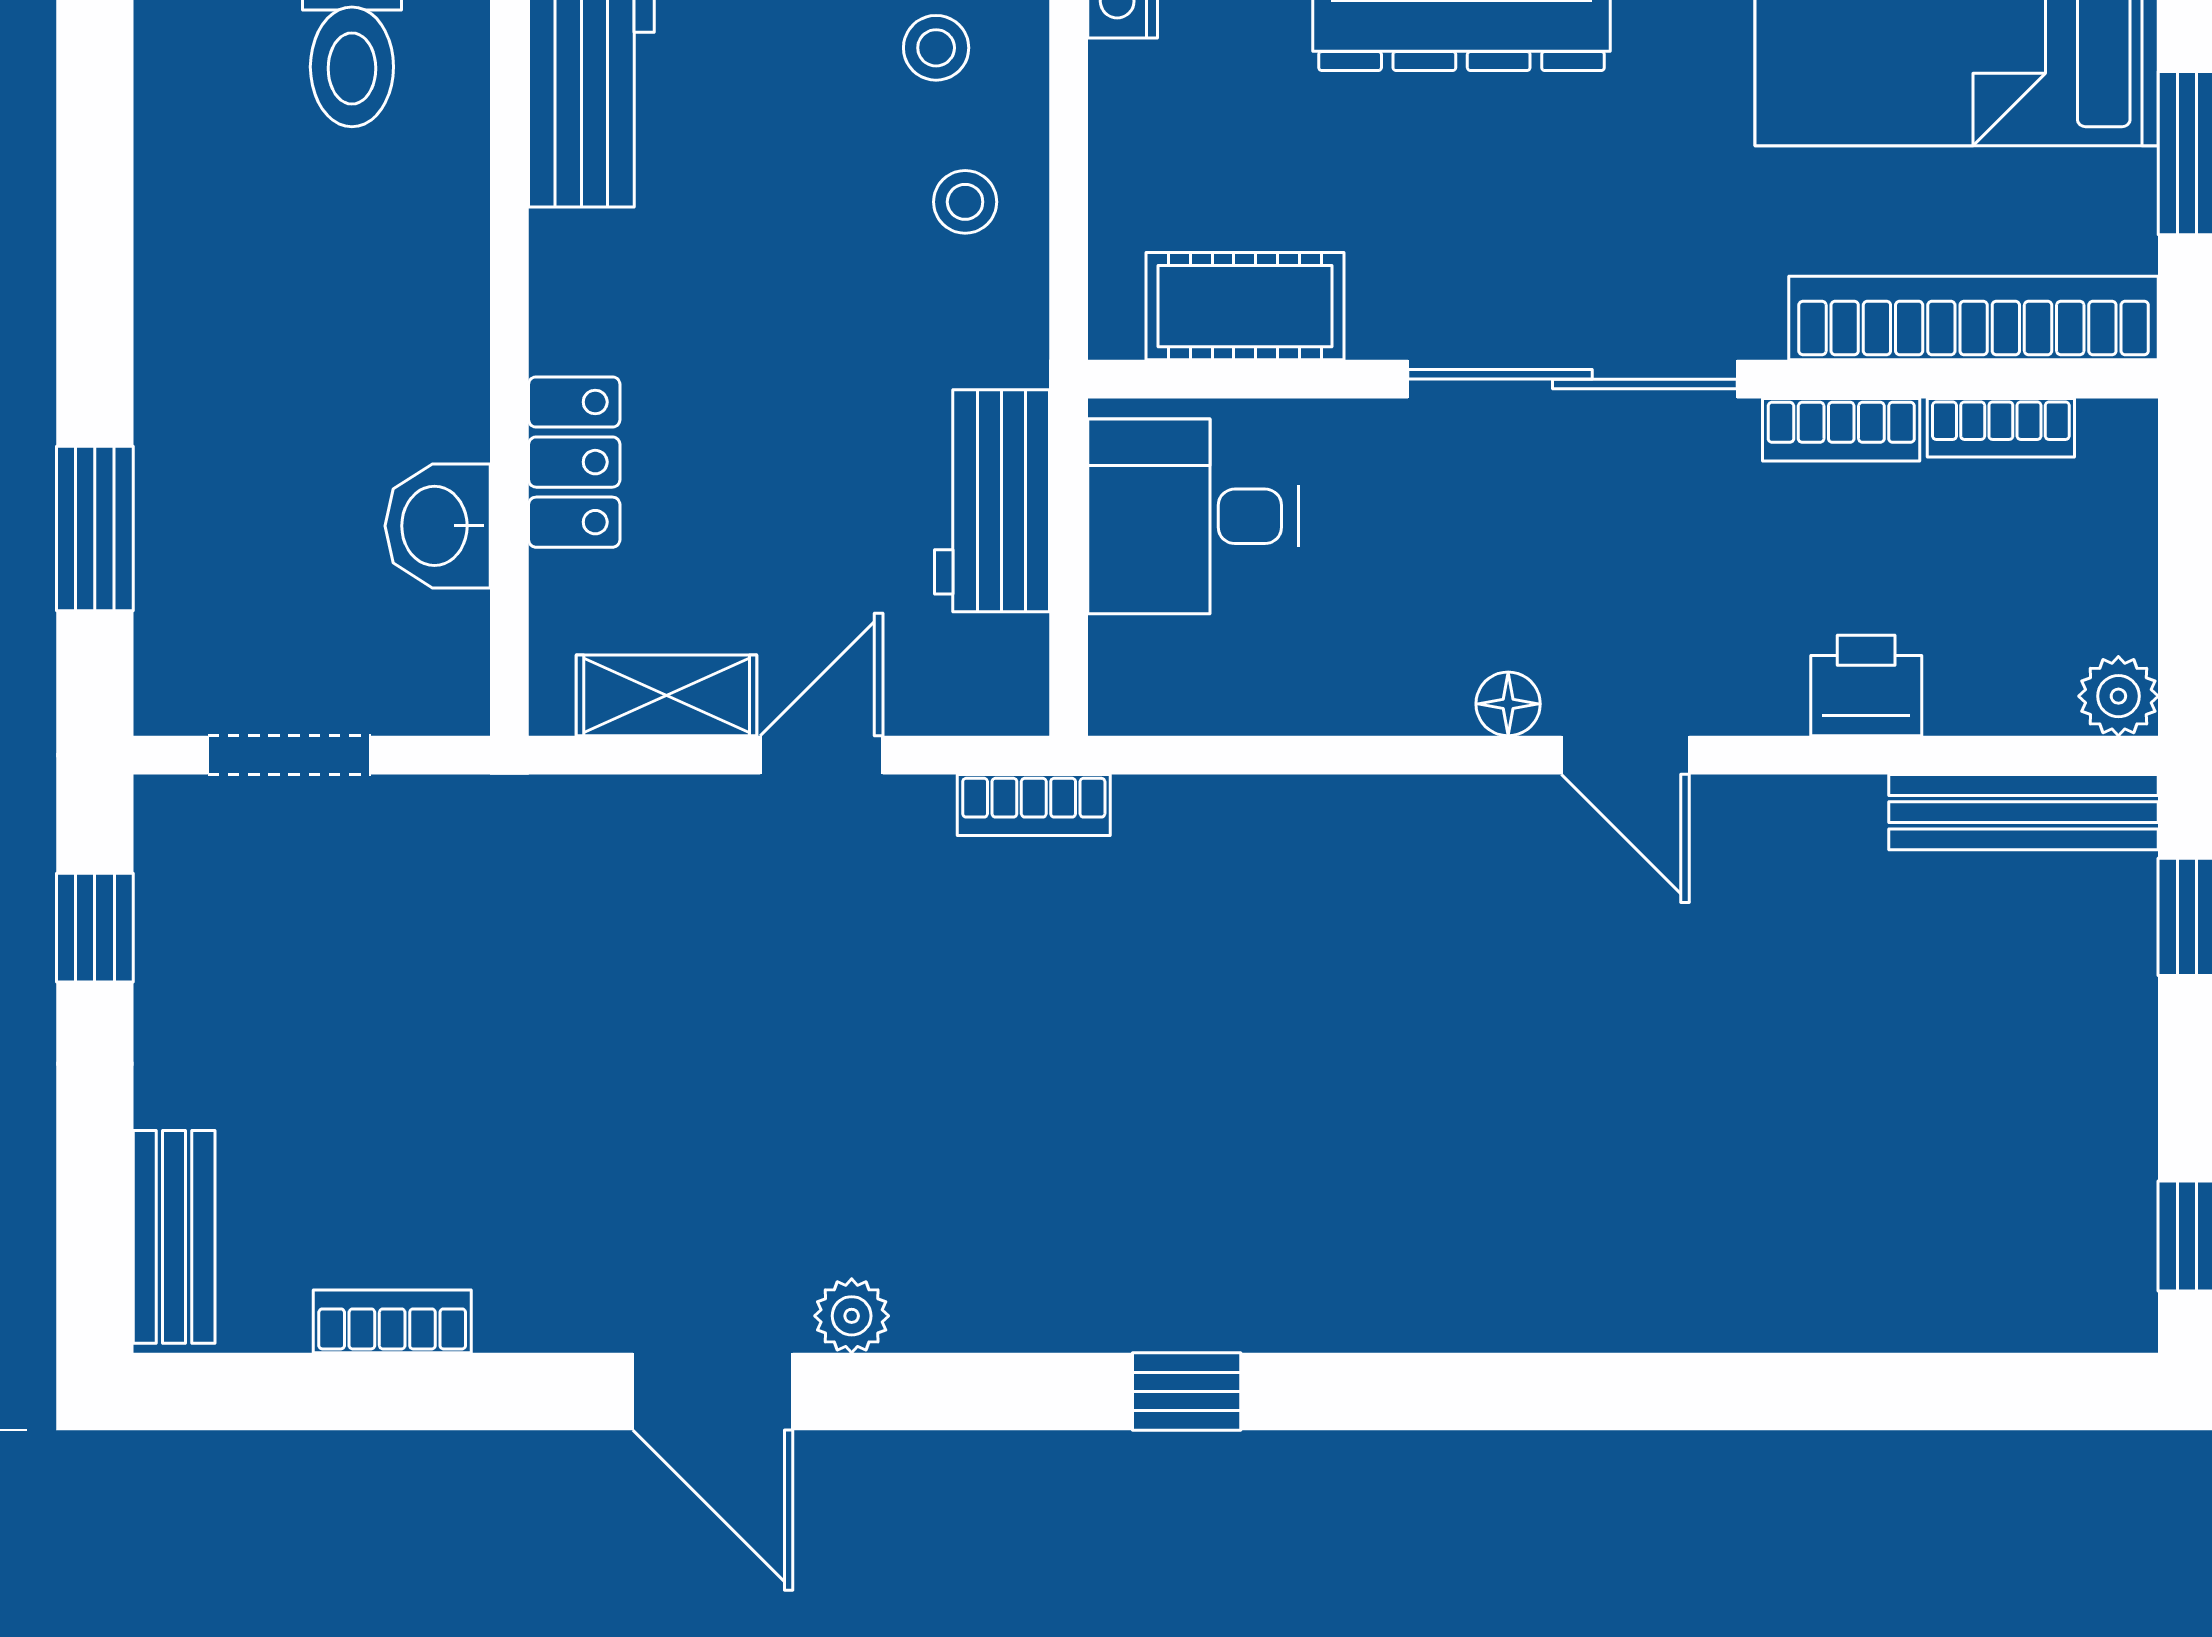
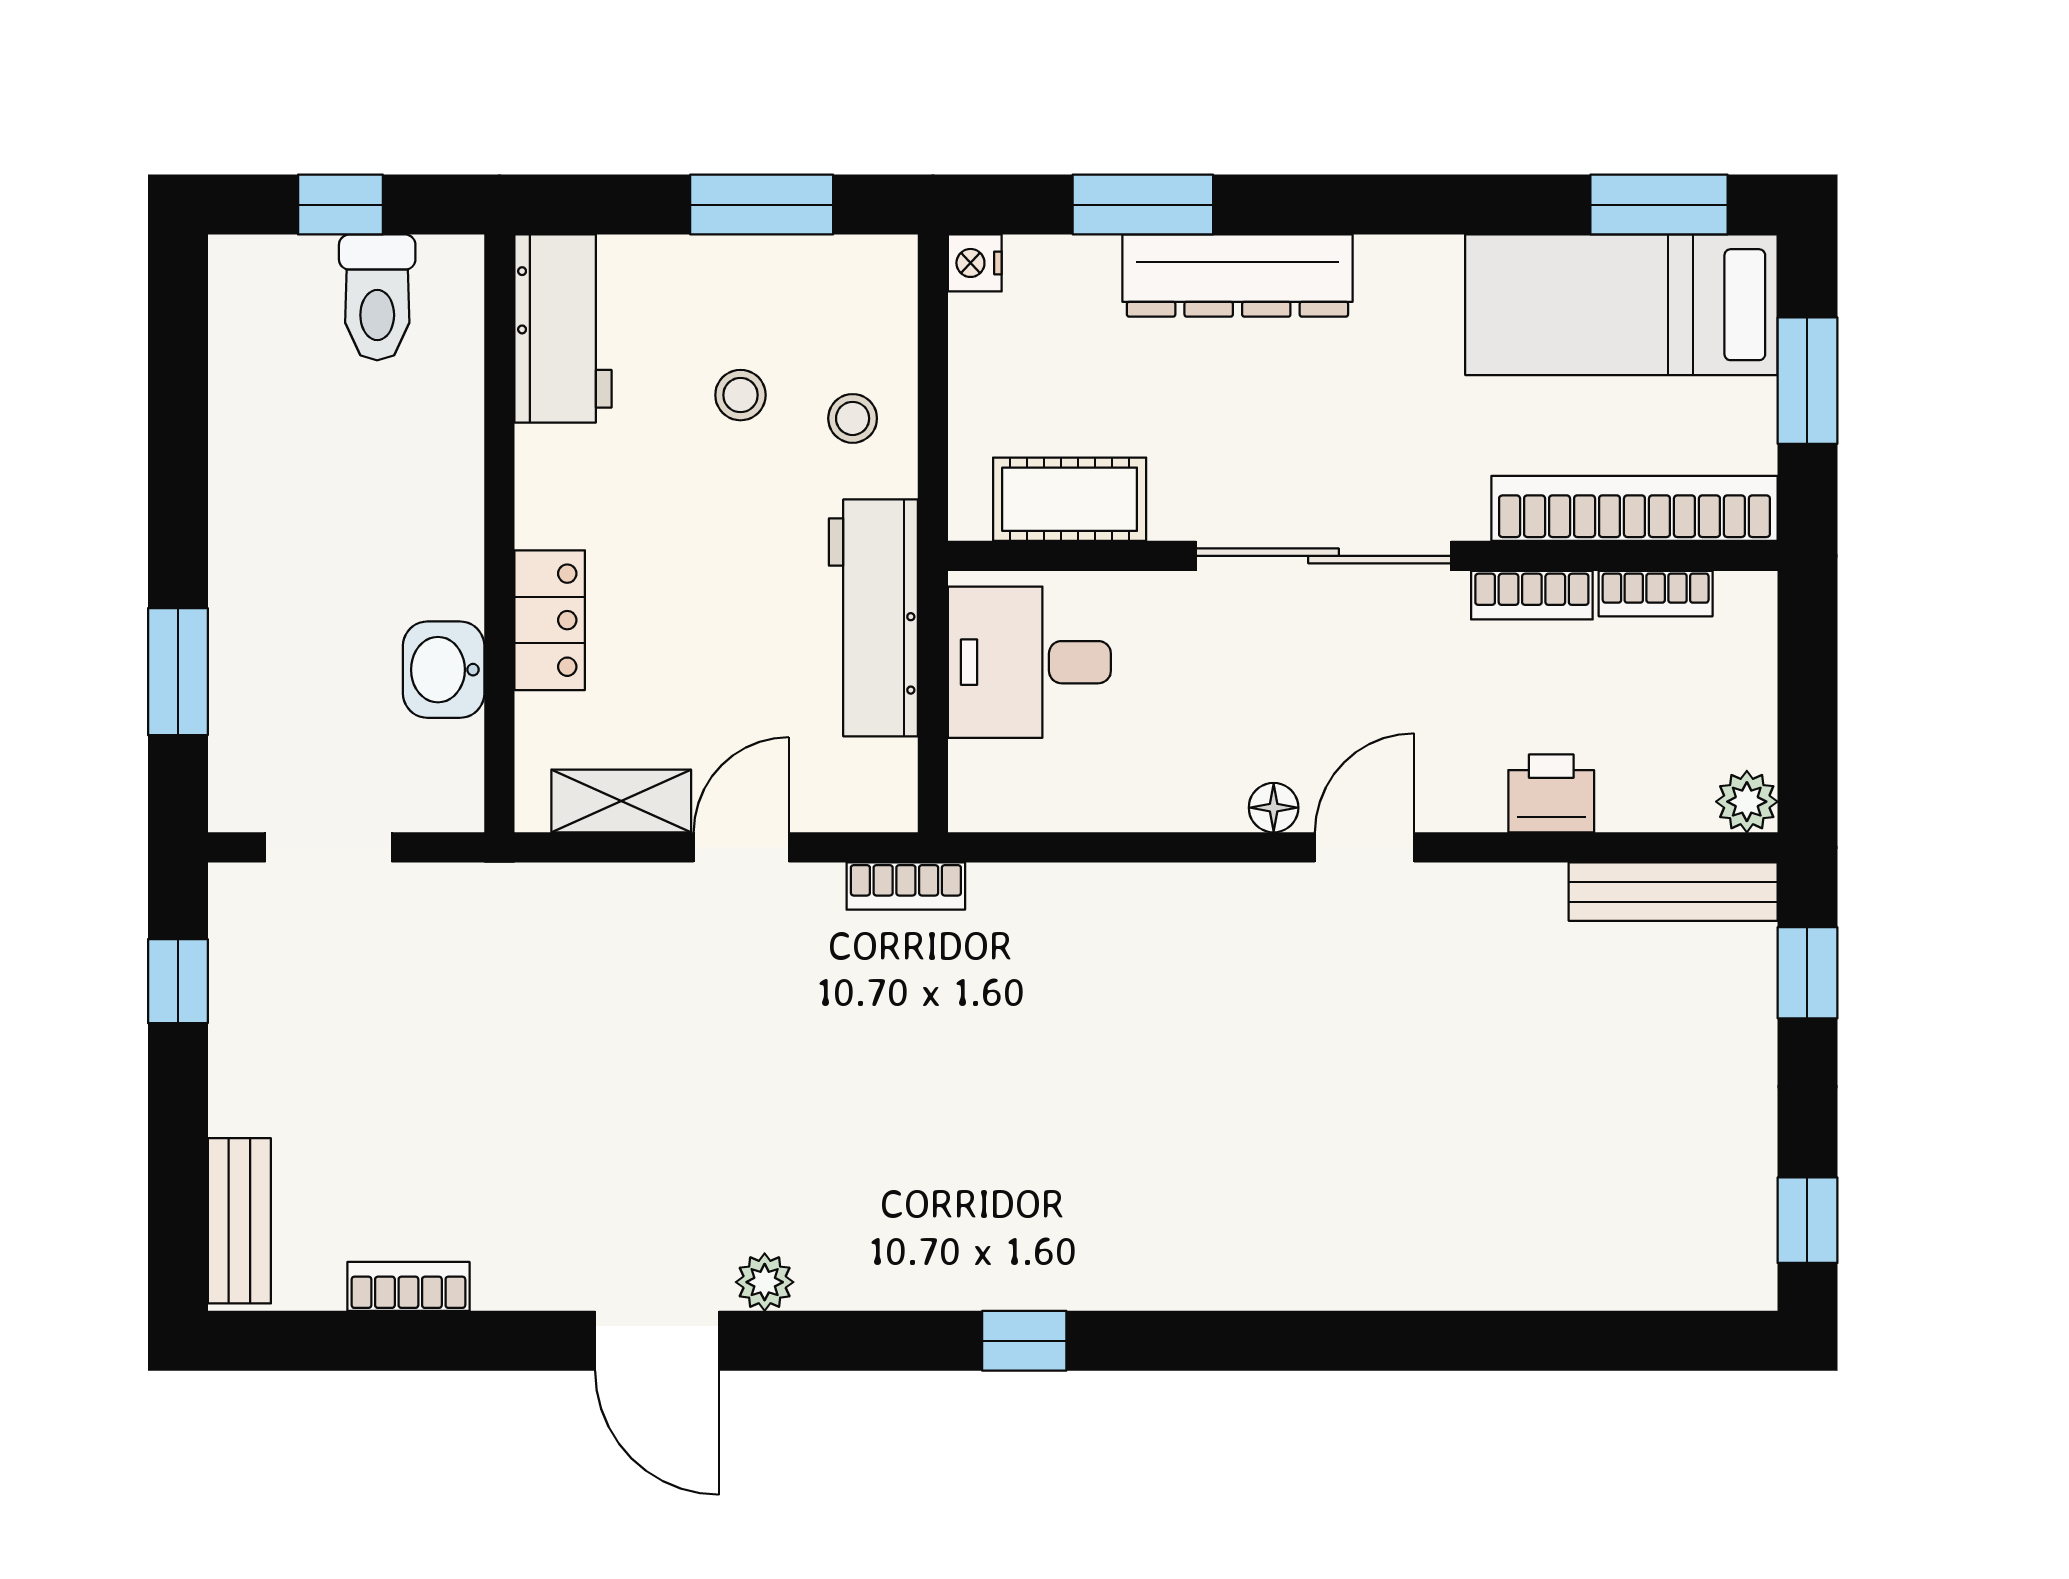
stool: (936, 48) -> (740, 395), moved
workbench: (992, 501) -> (873, 618), width x1.38
door: (1625, 755) -> (1365, 847), swing flipped

